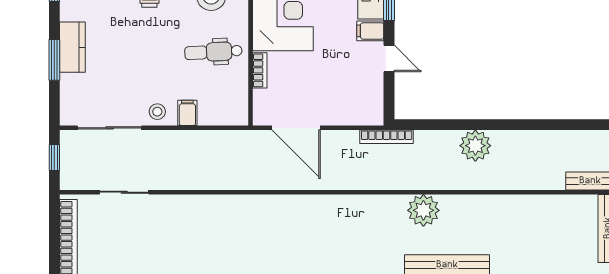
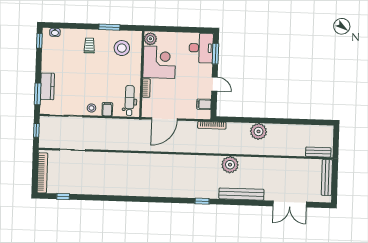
filing cabinet: (370, 31) -> (204, 104), moved
kitchen counter: (72, 47) -> (47, 86), moved
dental chair: (213, 52) -> (130, 101), moved, turned 93
window: (54, 60) -> (38, 94), moved
door: (296, 128) -> (164, 119), hinge flipped

